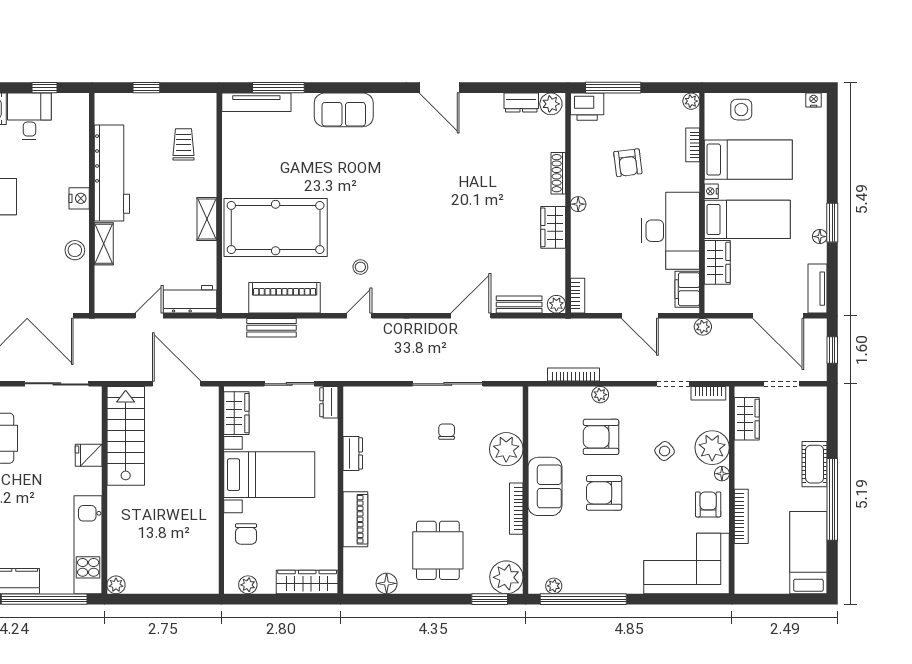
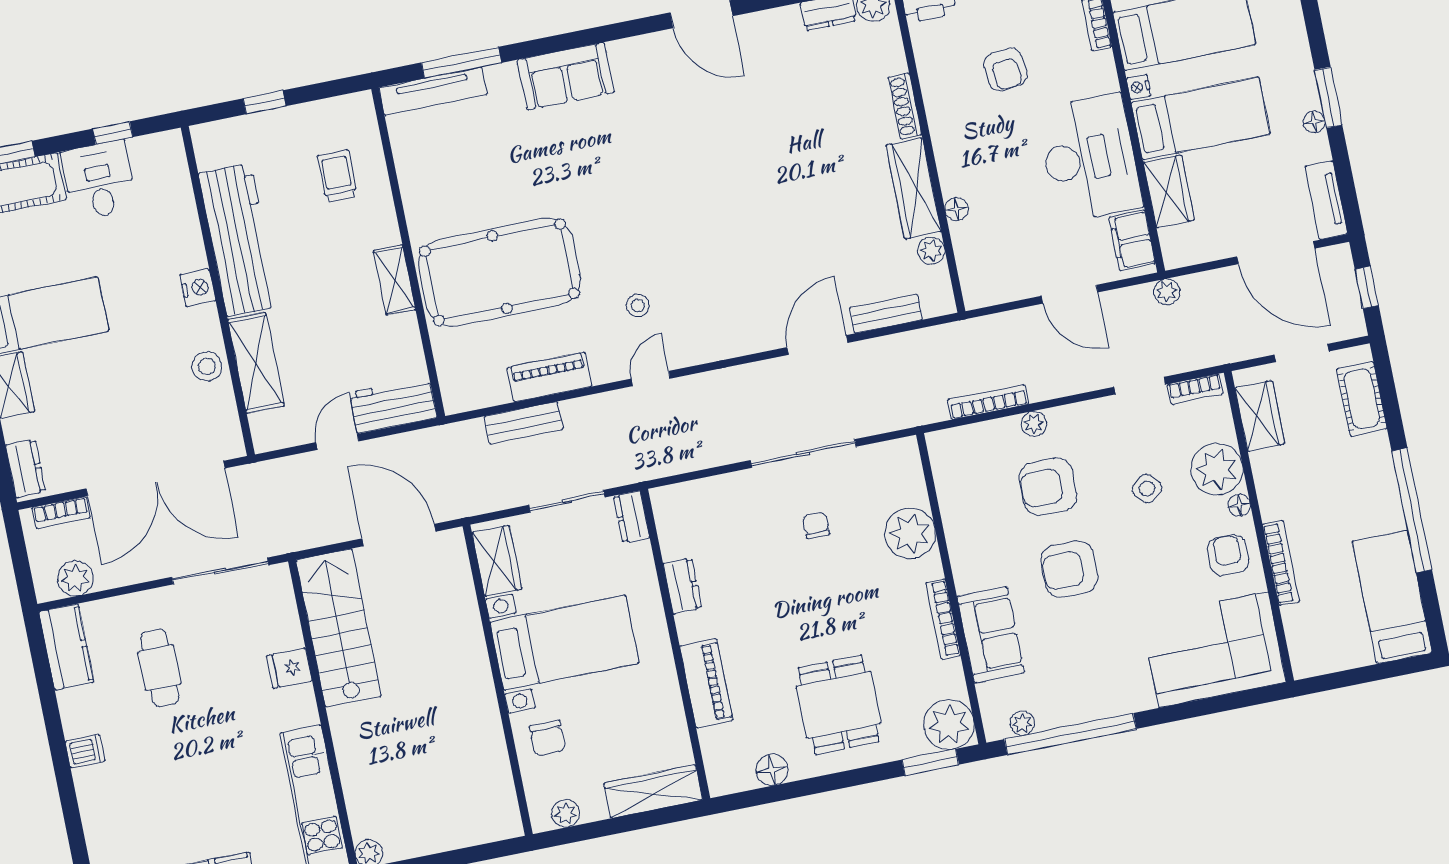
floor lamp: (578, 204) -> (956, 209), moved
wardrobe: (553, 227) -> (914, 188), width x1.50
shelving: (104, 244) -> (256, 363), width x1.50, depth x1.33
bookcase: (578, 296) -> (970, 283), removed
piano: (285, 298) -> (549, 377), width x0.73, depth x0.75
plant: (556, 304) -> (931, 251), moved
cot: (815, 464) -> (1362, 399), moved
sofa: (545, 486) -> (991, 635), moved

